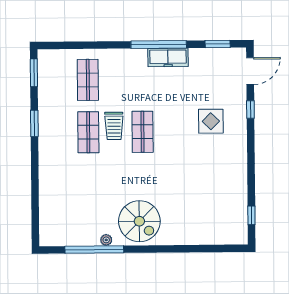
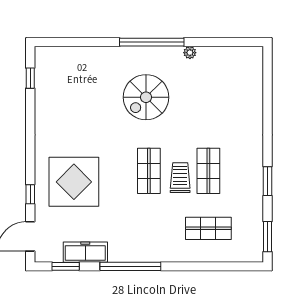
freezer: (168, 57) -> (85, 252), moved
shop shelf: (88, 80) -> (208, 228), turned 90
display table: (211, 121) -> (74, 182), width x1.86, depth x1.86
spiral stairs: (139, 221) -> (146, 97), moved, turned -90
window: (94, 250) -> (152, 42), moved

